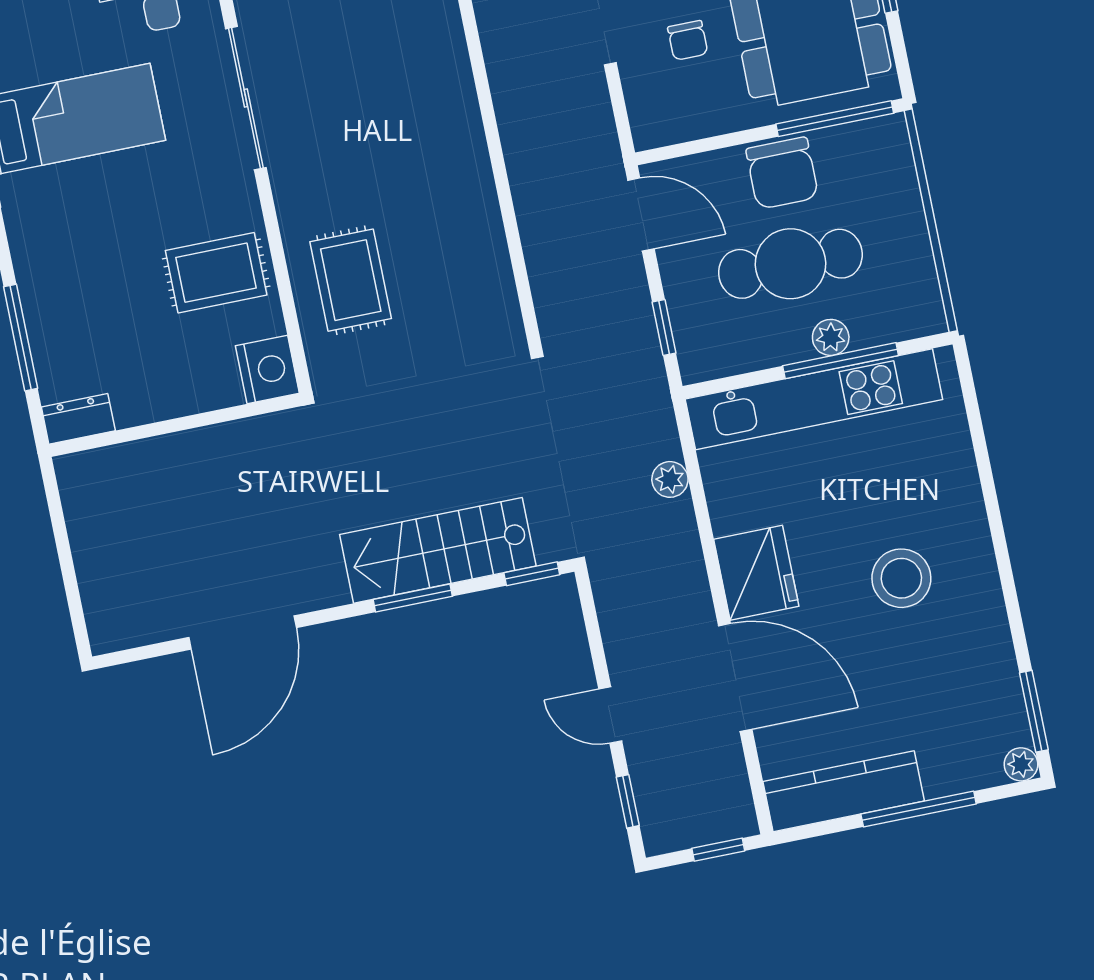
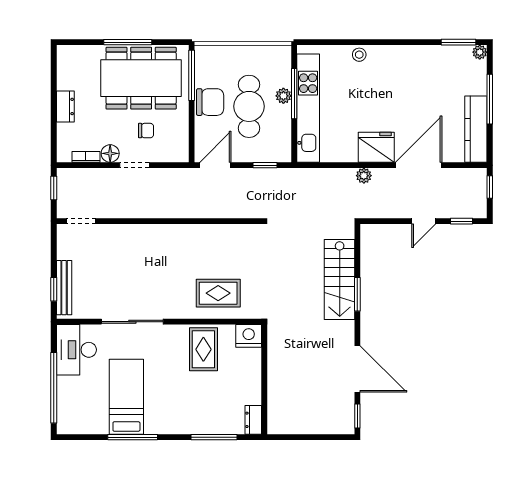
plant: (670, 479) -> (364, 176), moved
window: (532, 574) -> (357, 416), moved
stool: (901, 578) -> (359, 55), moved, width x0.53, depth x0.53

